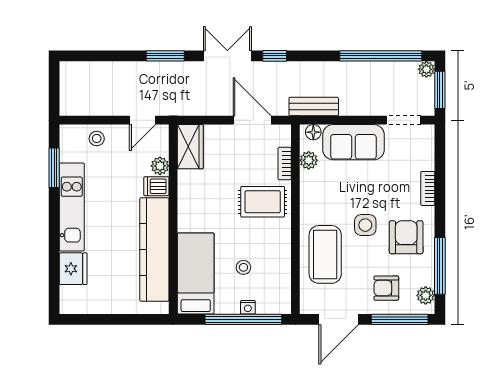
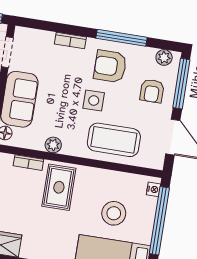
plant: (309, 160) -> (53, 145), moved
window: (440, 266) -> (122, 38), moved
stool: (243, 267) -> (114, 213), width x1.89, depth x1.89
nightstand: (248, 307) -> (153, 189), moved

